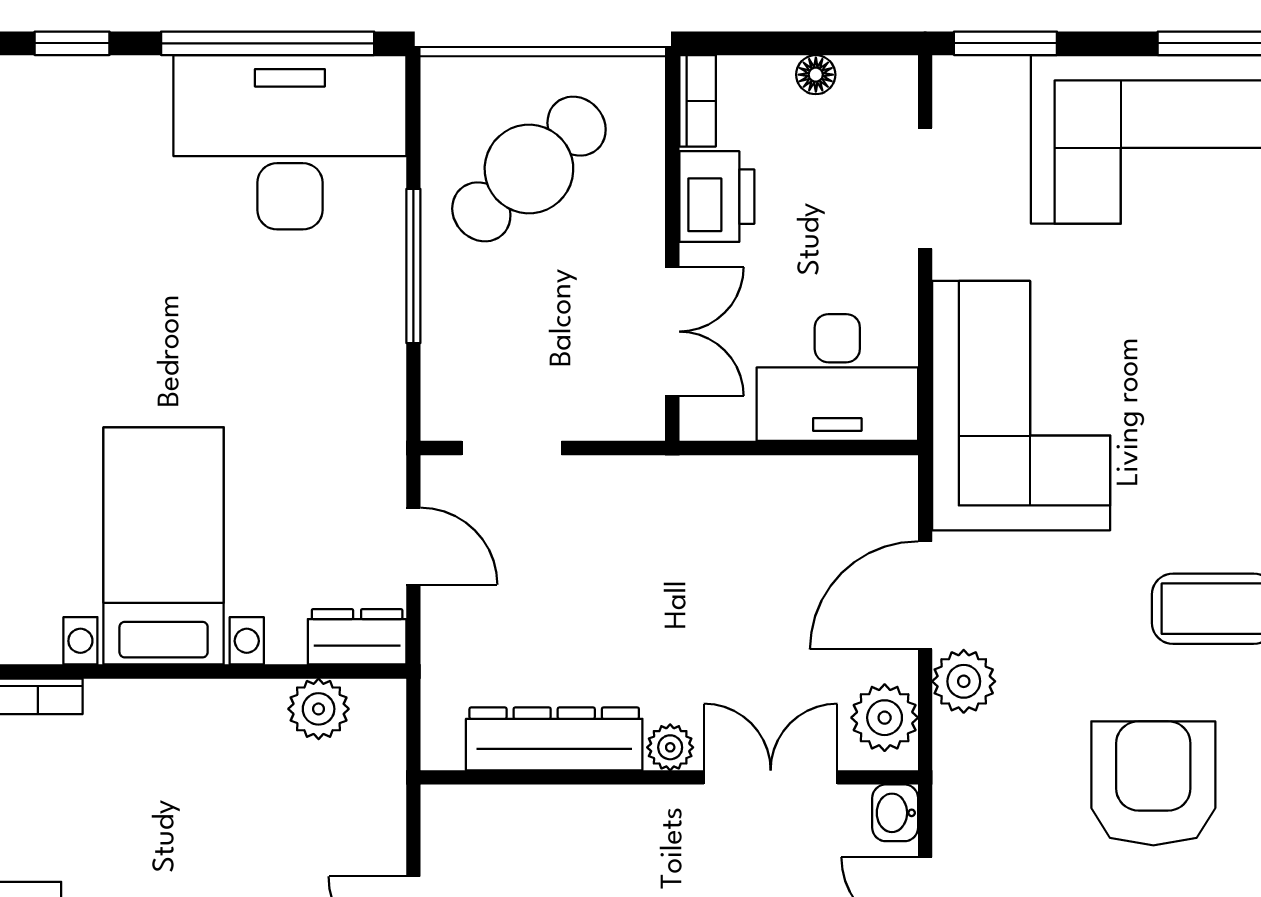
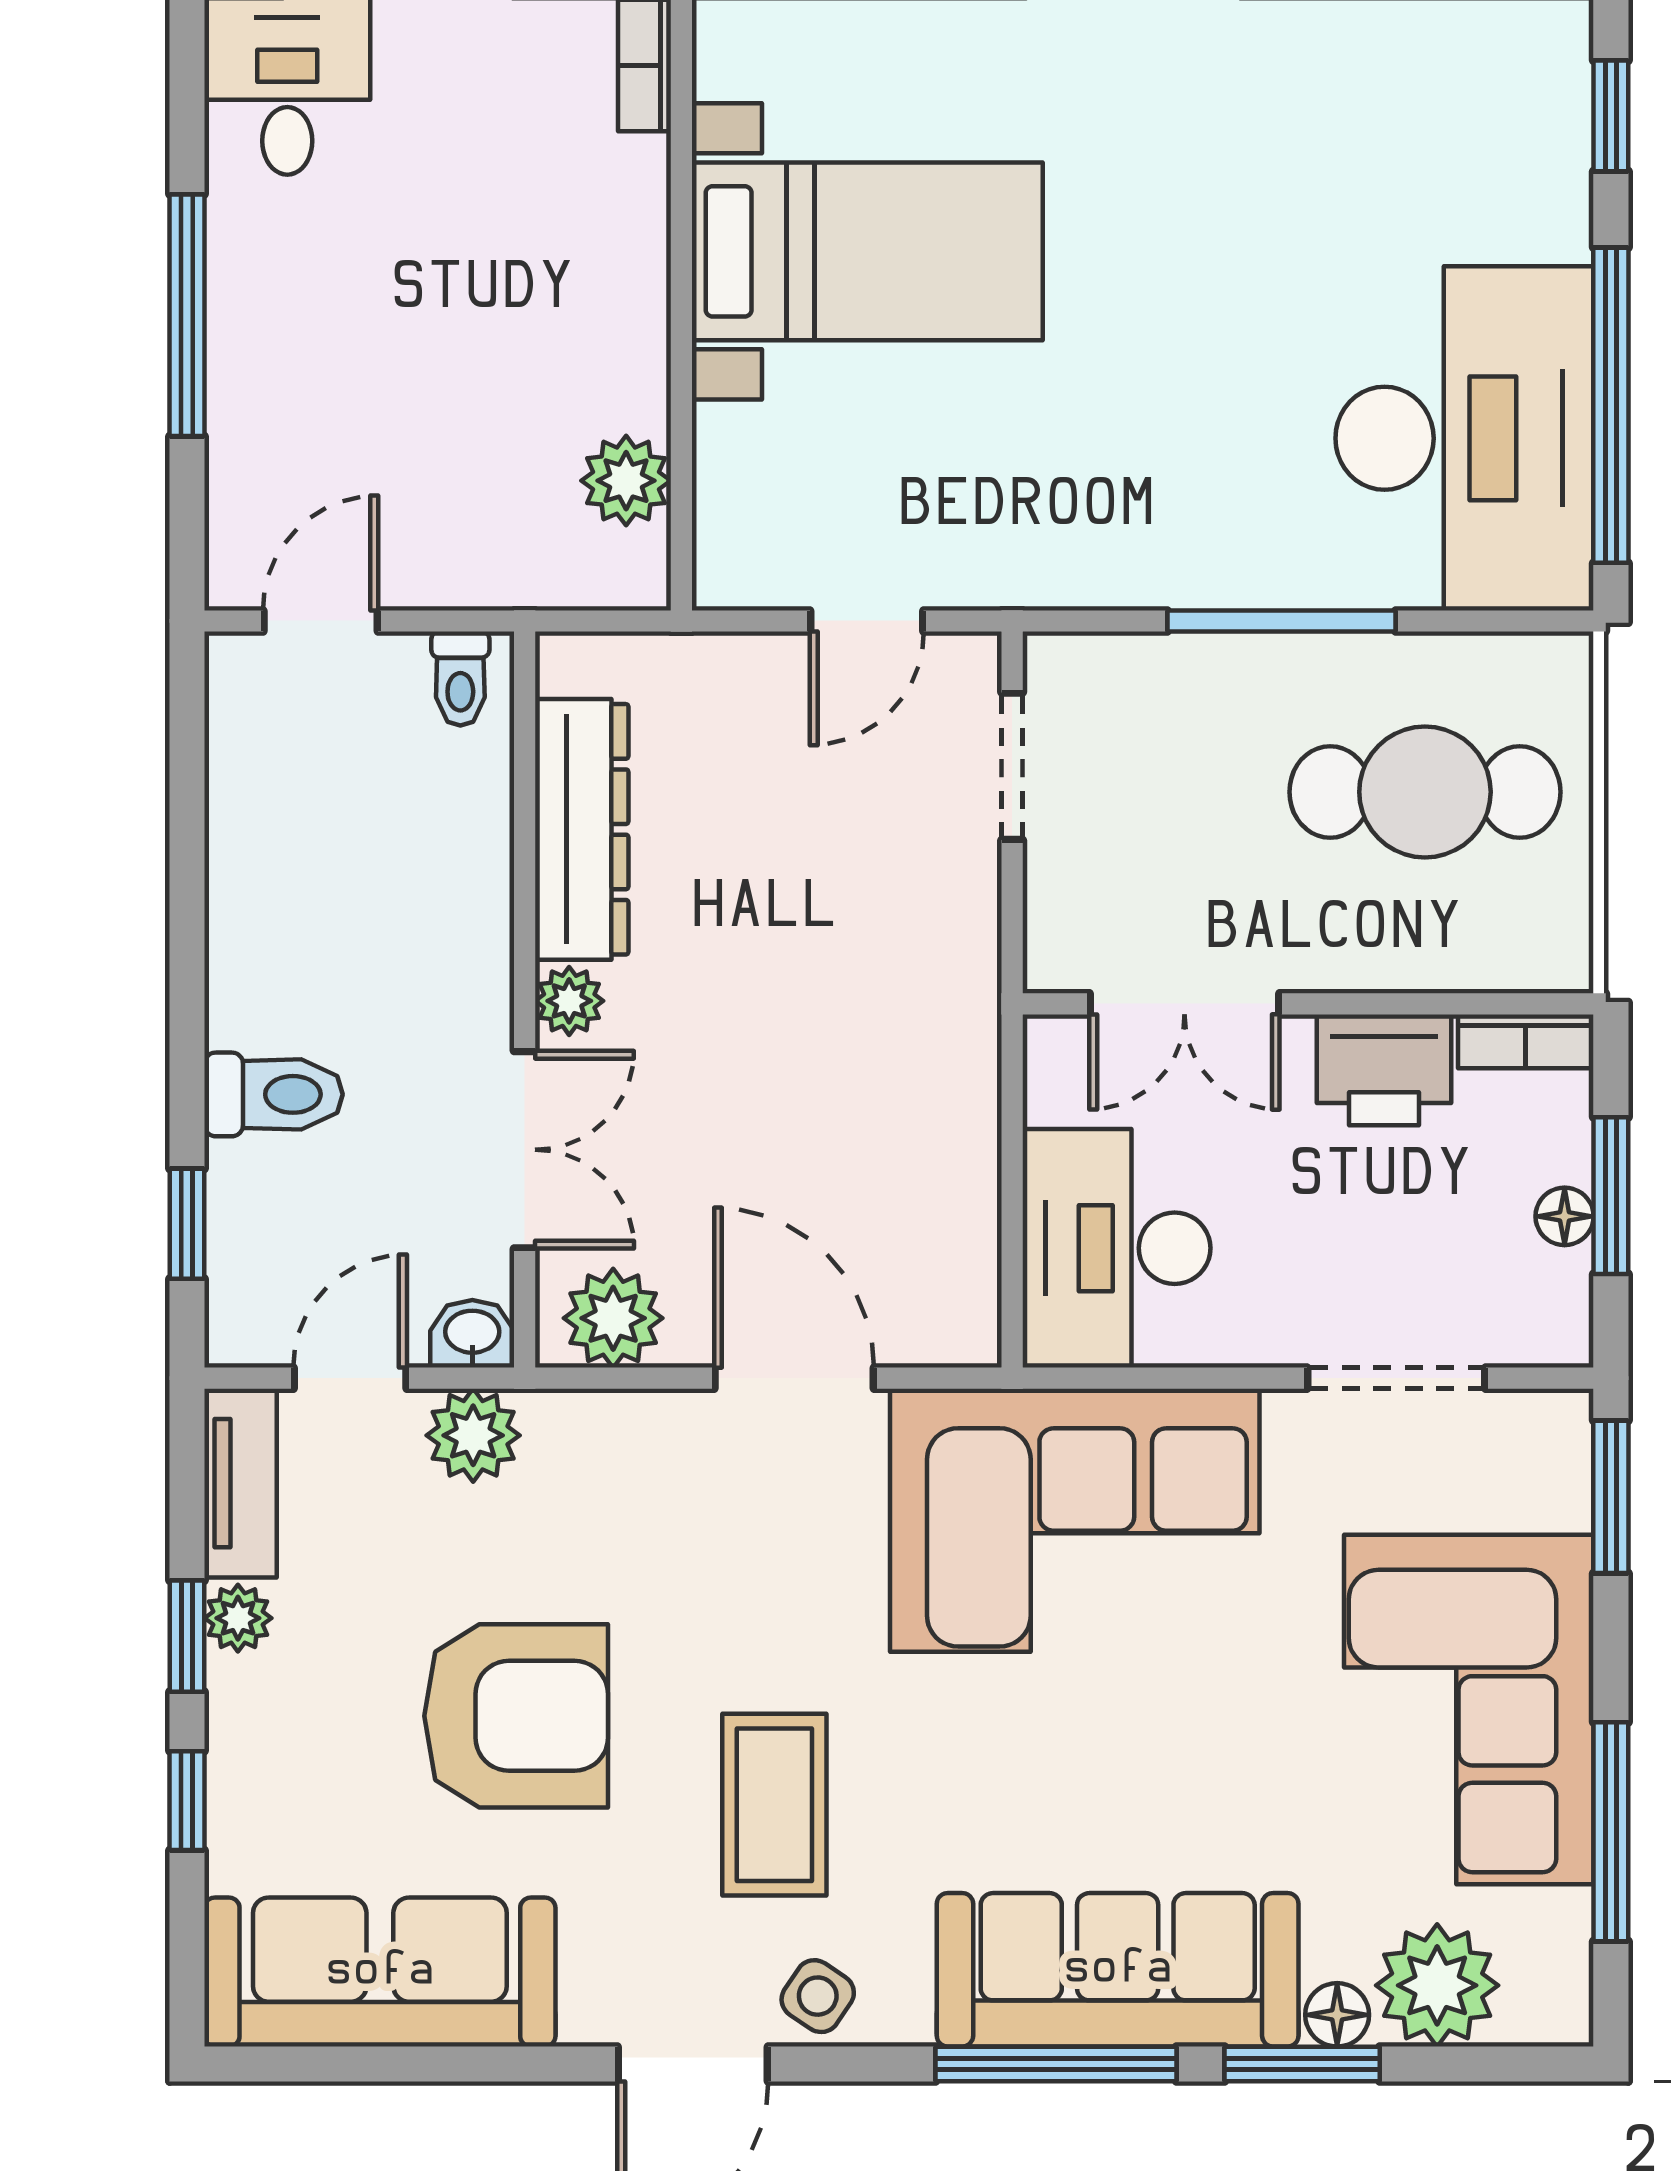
window: (802, 43) -> (1611, 1196), added
cafe table: (529, 169) -> (1425, 792), turned -48
dresser: (357, 637) -> (733, 538), removed
plant: (964, 681) -> (473, 1435), moved
toilet: (452, 821) -> (460, 679), added

